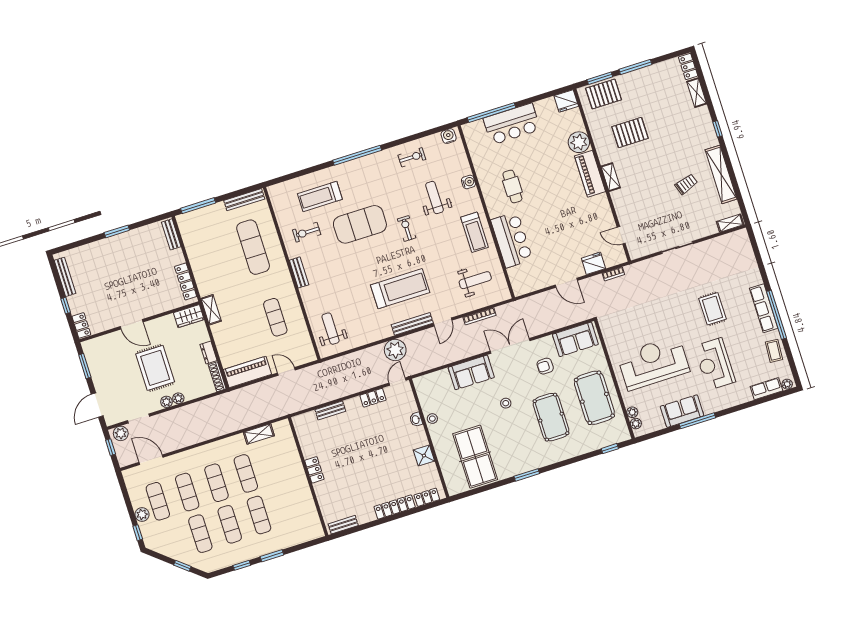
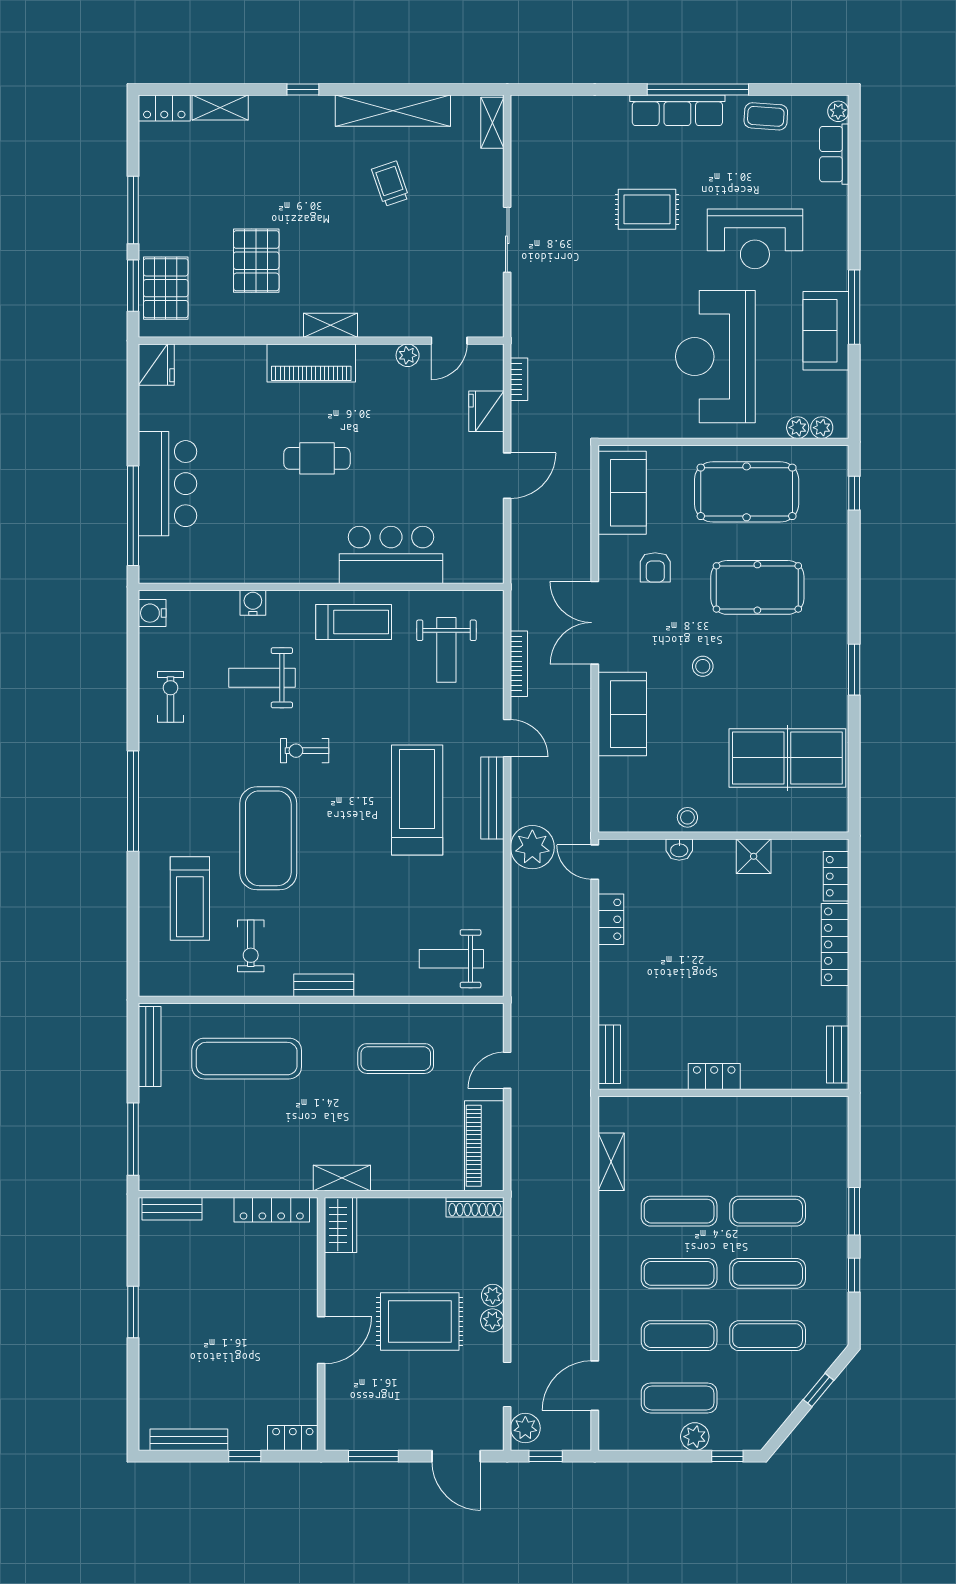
plant: (579, 142) -> (408, 355), moved, width x0.53, depth x0.53
cafe table: (512, 187) -> (317, 458), moved
weight bench: (475, 280) -> (446, 650), turned 180
dresser: (208, 353) -> (423, 1209), removed
bench: (330, 410) -> (609, 1054), moved

